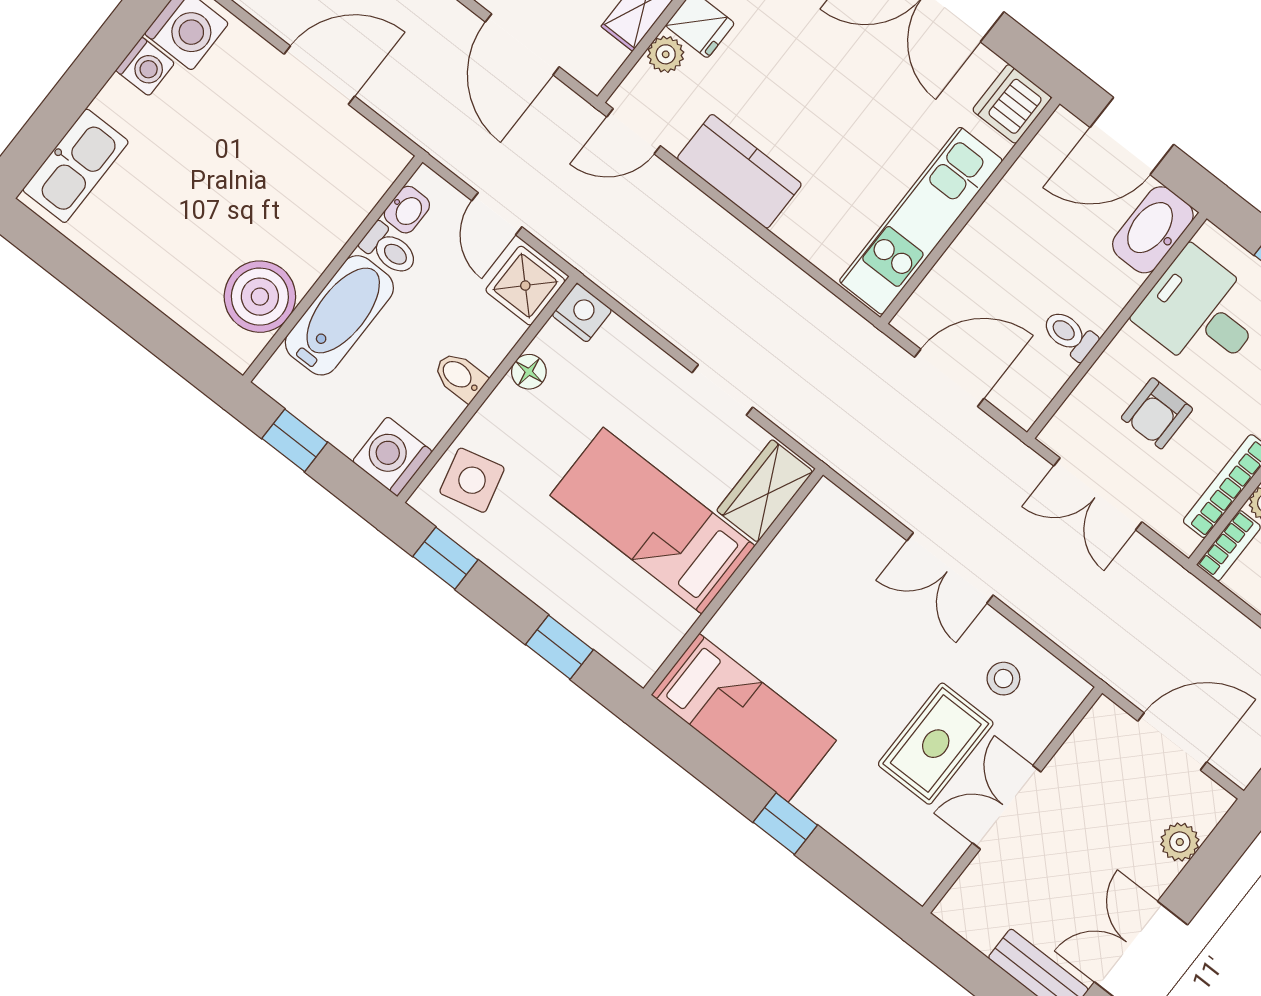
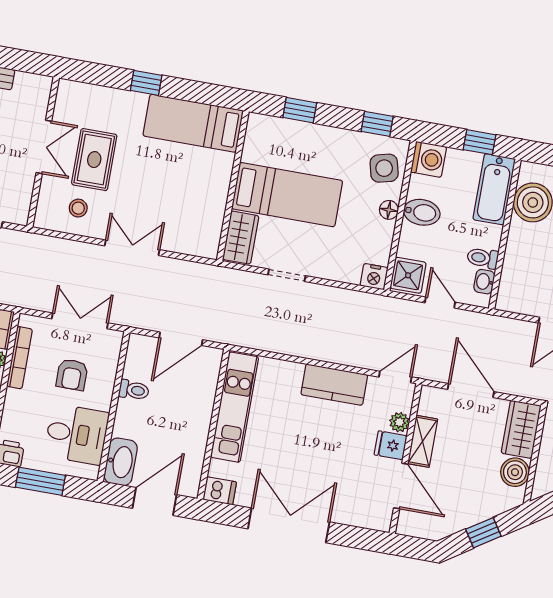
dishwasher: (1012, 104) -> (220, 491), width x0.73
bathtub: (339, 315) -> (494, 189), moved
floor lamp: (529, 372) -> (389, 210), moved
bidet: (460, 376) -> (422, 212), width x1.38, depth x1.36
armchair: (1157, 413) -> (72, 375), turned 180

